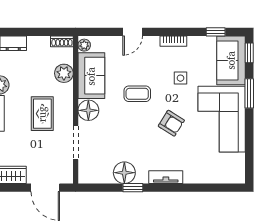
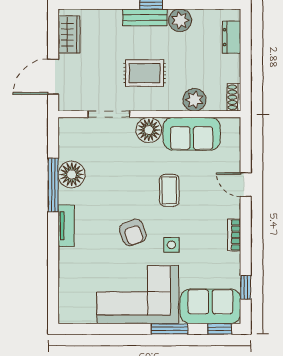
plant: (84, 45) -> (229, 125), removed
side table: (180, 78) -> (171, 245), moved
armchair: (171, 123) -> (133, 232), turned -52
window: (133, 188) -> (53, 185), width x2.17

